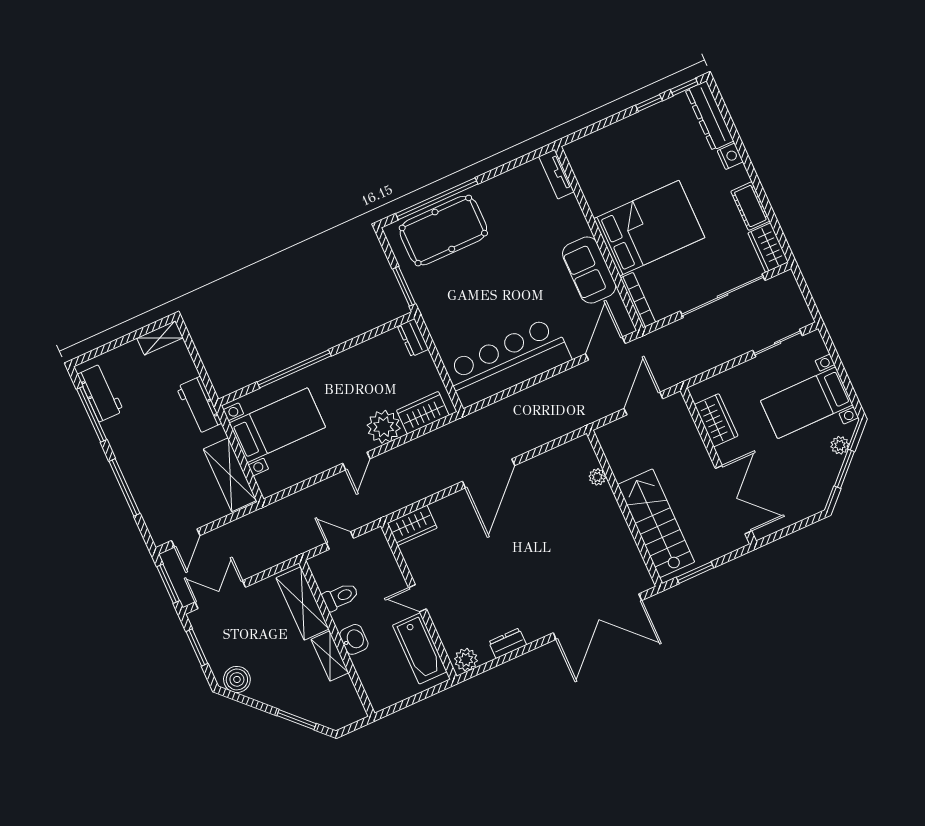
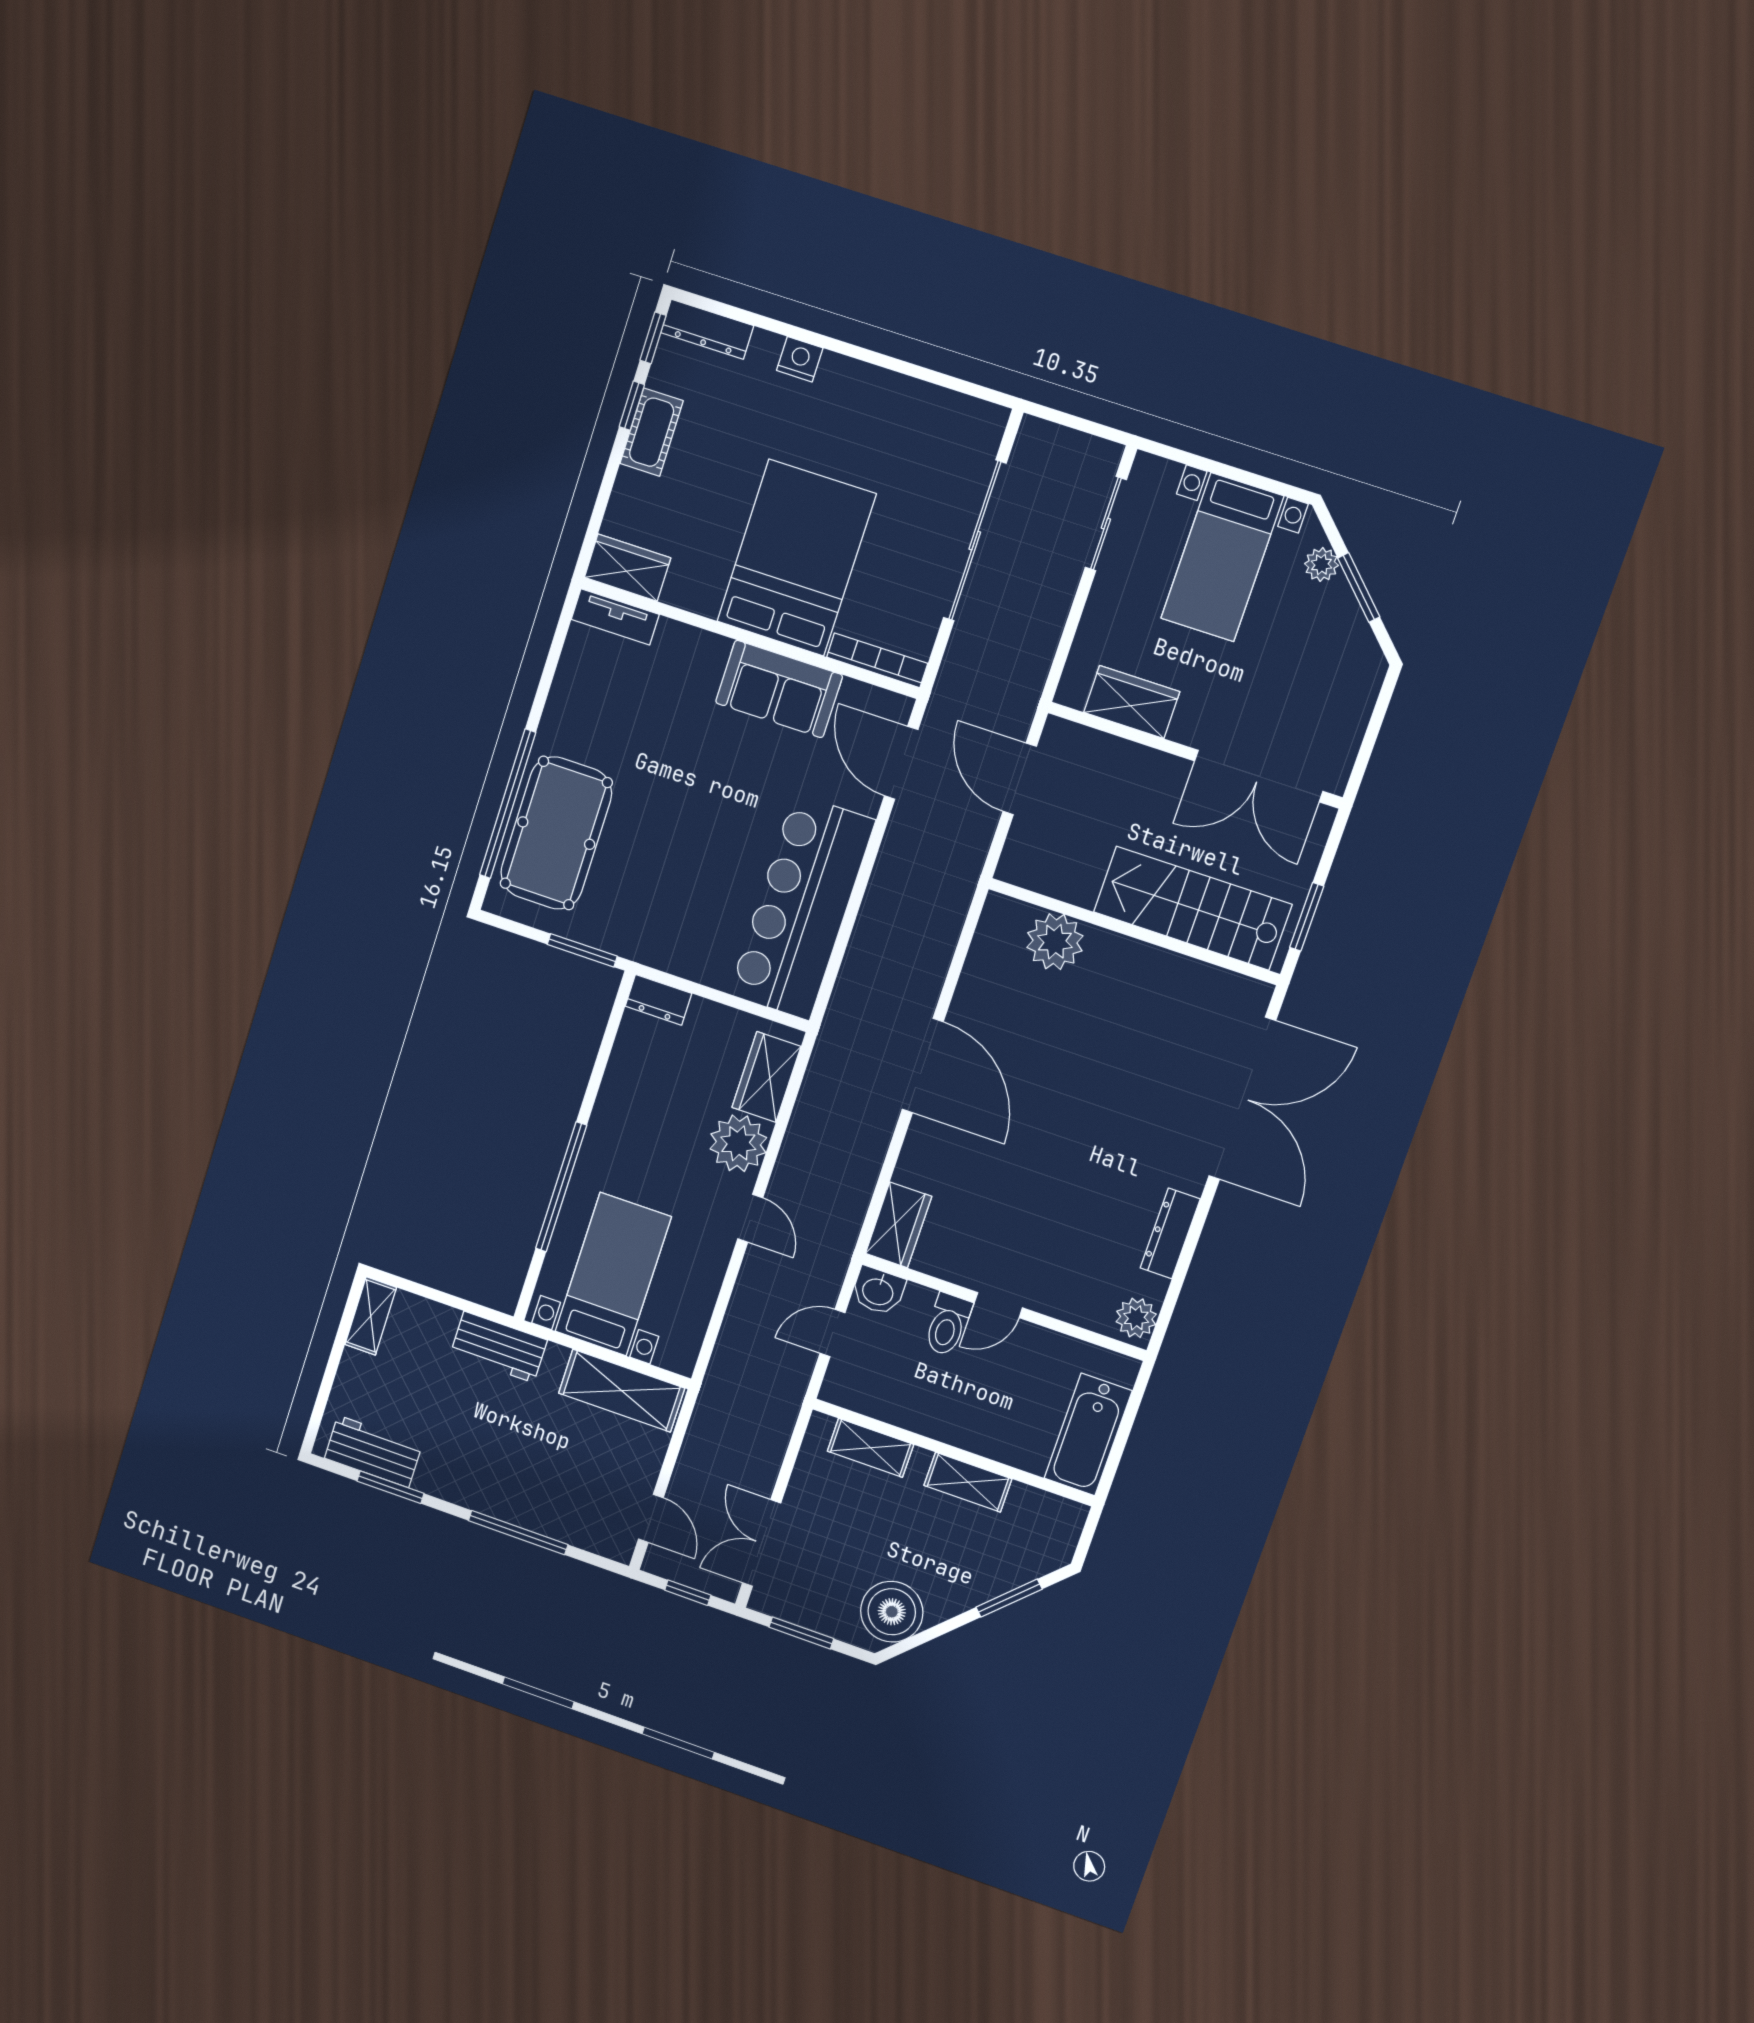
dresser: (709, 116) -> (707, 329), width x0.73, depth x0.80
cot: (750, 206) -> (652, 432), moved, turned 90
wardrobe: (768, 248) -> (627, 568), moved, turned 180
window: (92, 414) -> (390, 1487), width x0.69
plant: (597, 477) -> (1055, 942), width x1.88, depth x1.88
double door: (734, 500) -> (1259, 776), swing flipped
window: (168, 584) -> (688, 1593), width x0.67
toilet: (340, 597) -> (947, 1324), moved, turned 180
shelving: (303, 603) -> (870, 1448), width x0.67, depth x0.75
washbasin: (354, 639) -> (878, 1291), moved, turned 180
dresser: (508, 643) -> (1170, 1233), width x1.44
bathtub: (420, 648) -> (1088, 1435), moved, turned 90
boiler: (237, 679) -> (892, 1612), width x1.37, depth x1.37

